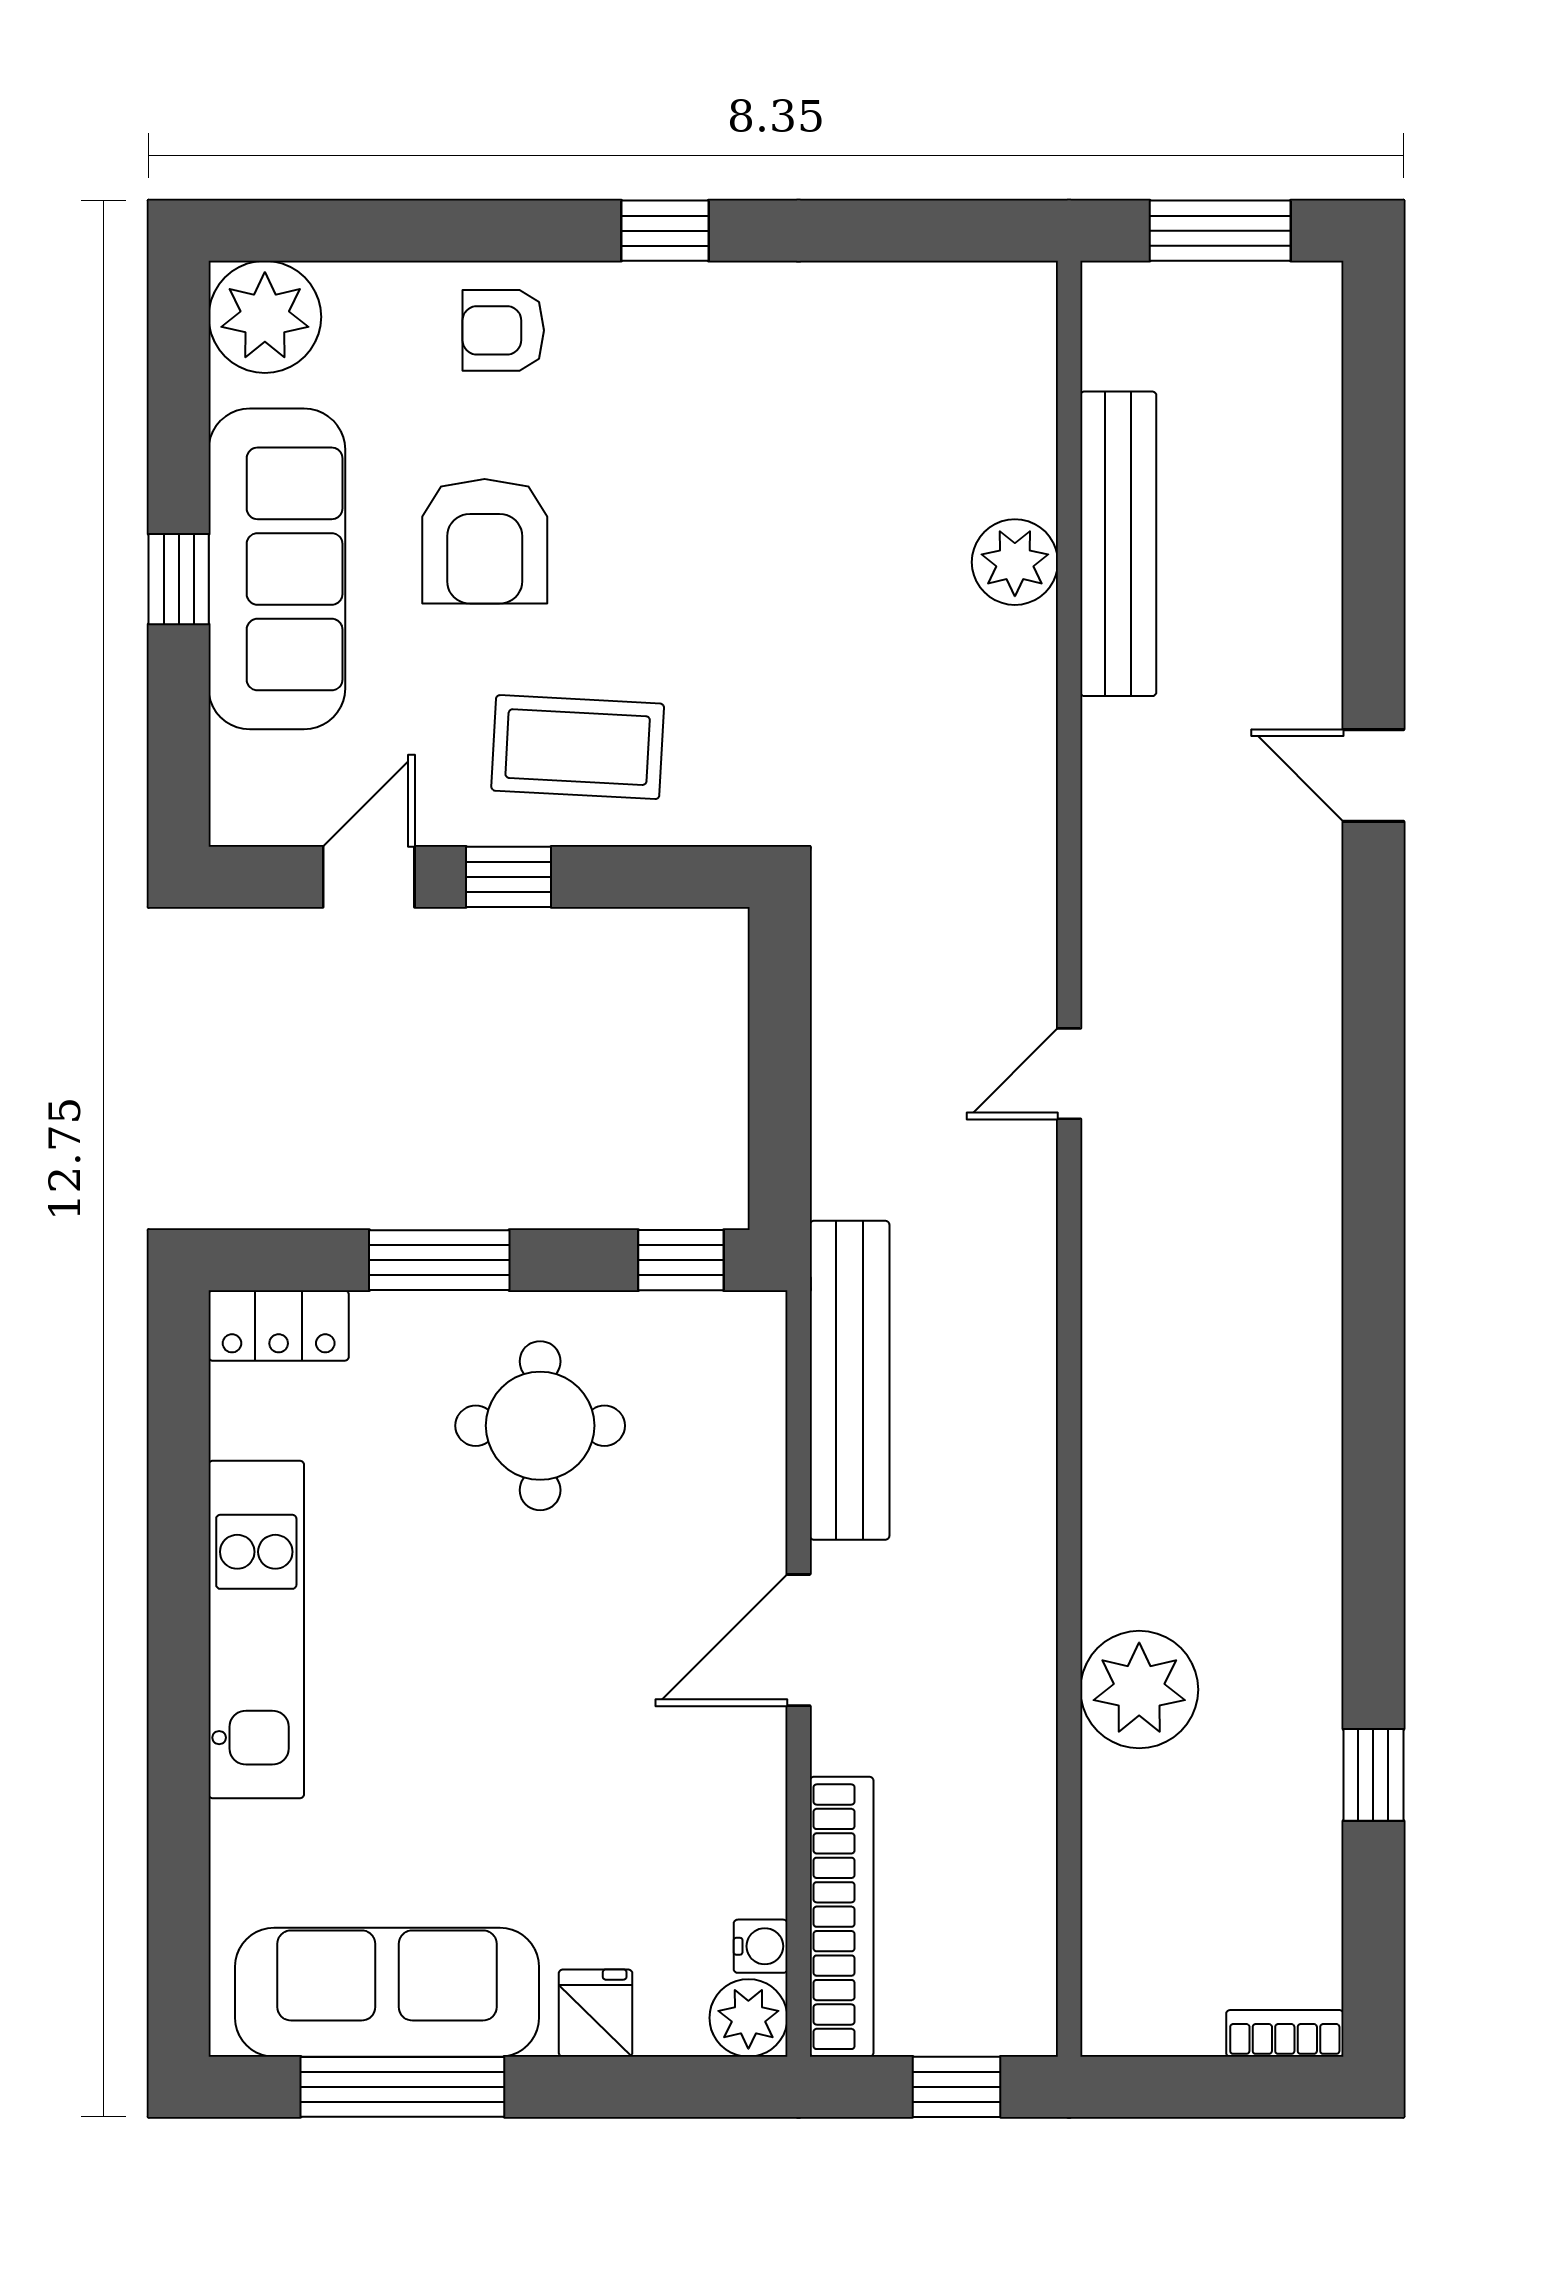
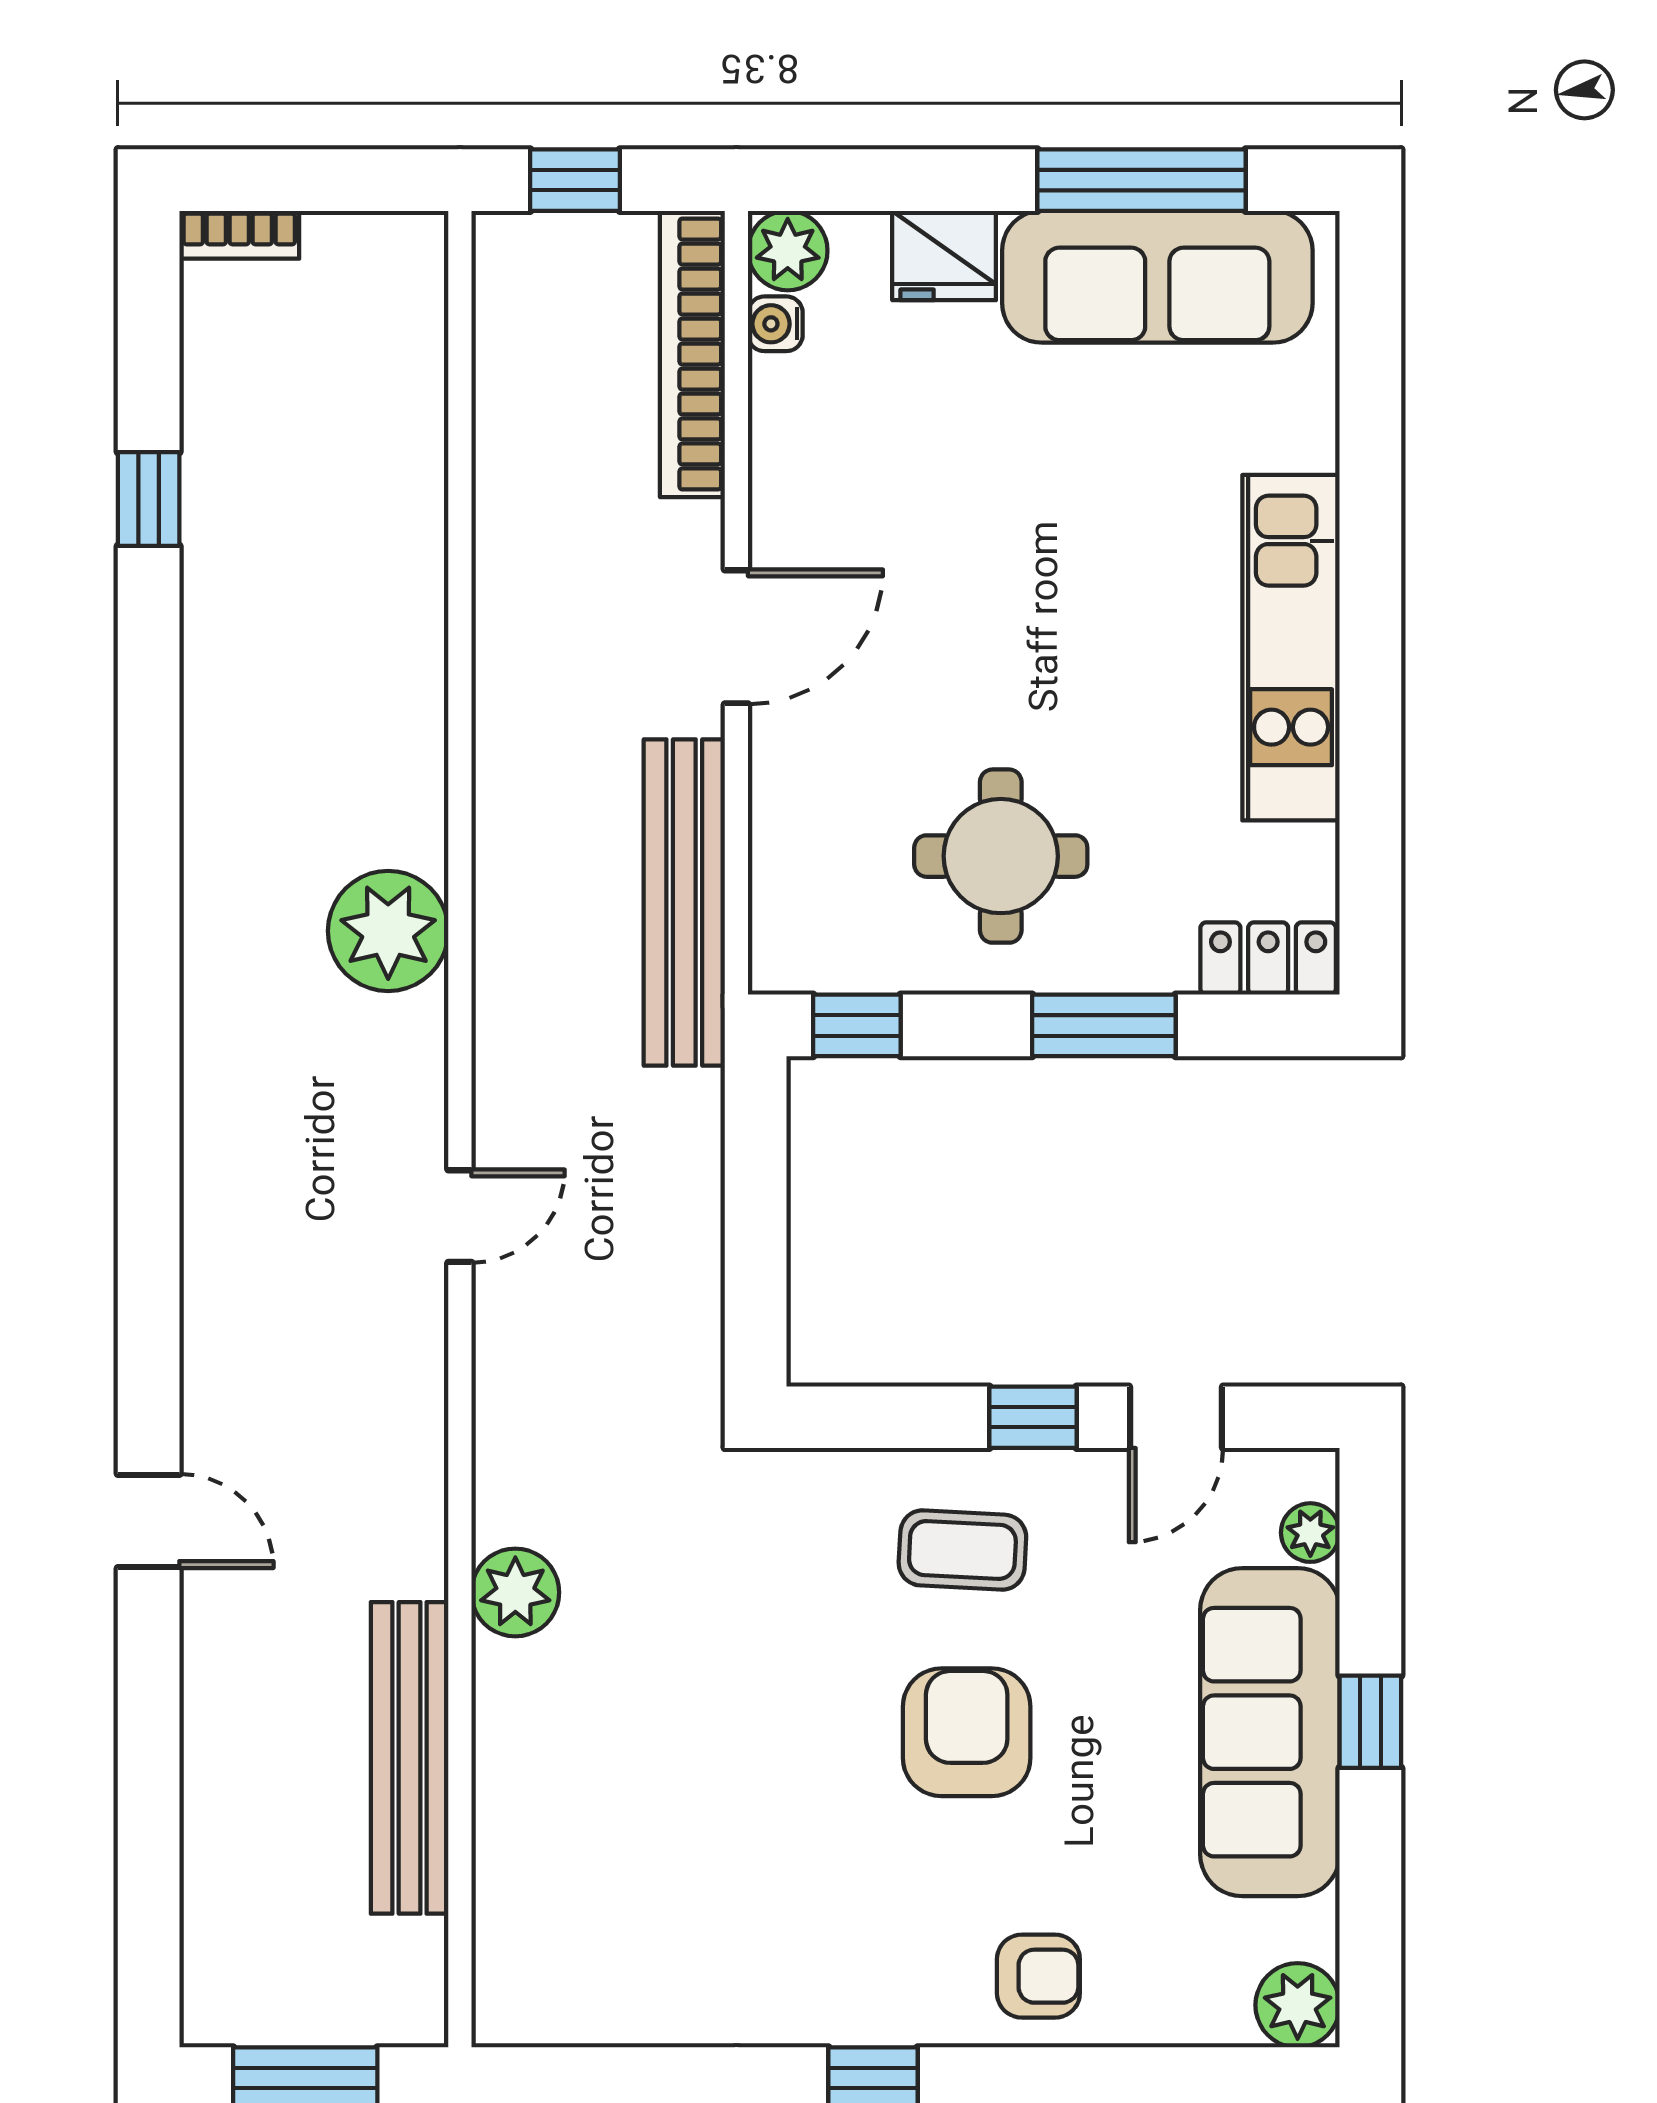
plant: (265, 317) -> (1298, 2005), width x0.73, depth x0.73
armchair: (485, 541) -> (967, 1732), moved
plant: (1015, 562) -> (515, 1592), moved
coffee table: (578, 747) -> (962, 1550), width x0.73, depth x0.77
plant: (237, 764) -> (1310, 1533), added
plant: (1139, 1690) -> (388, 931), moved
fridge: (596, 2013) -> (944, 256), width x1.38

